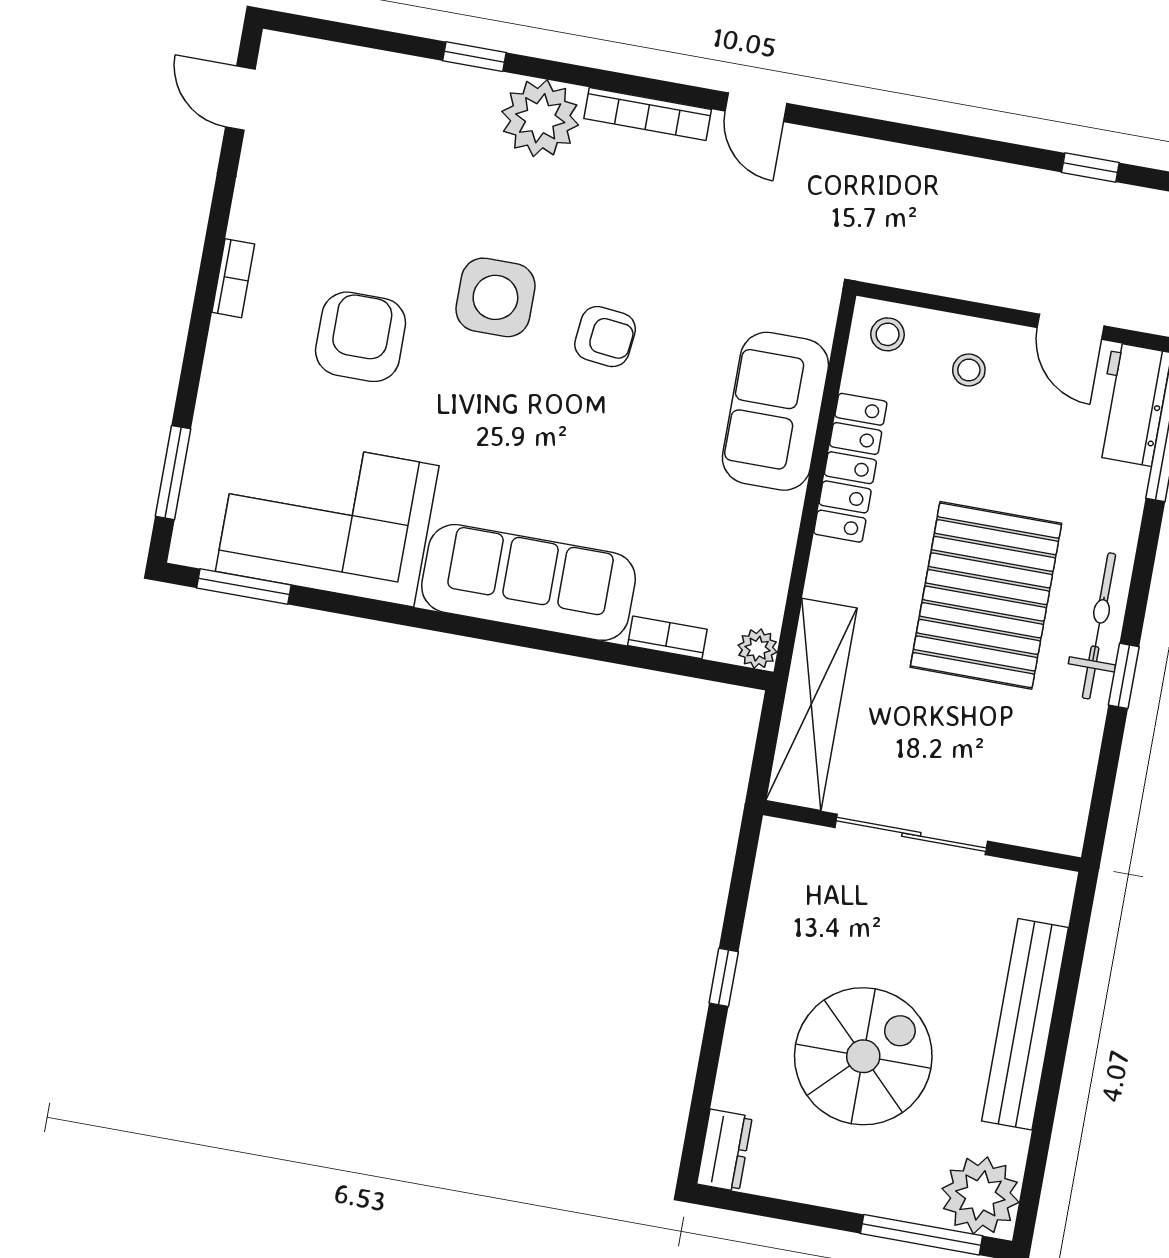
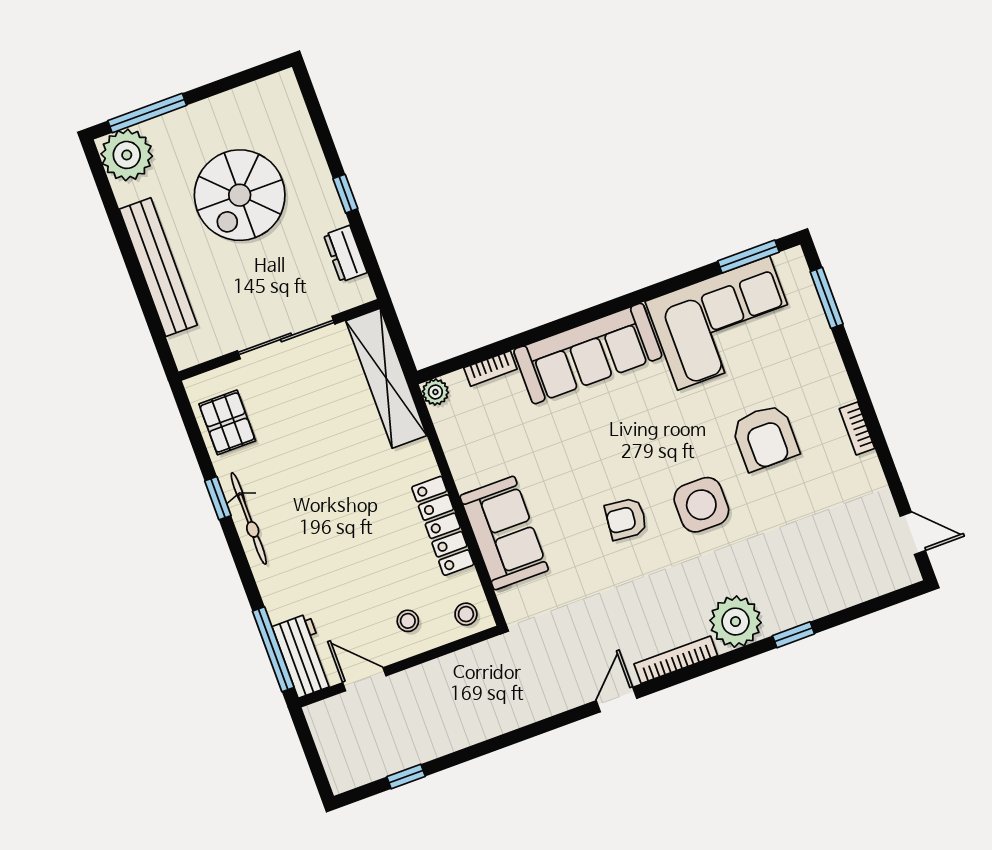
door: (756, 107) -> (616, 700), hinge flipped
pallet: (986, 595) -> (227, 422), moved, width x0.49, depth x0.50
dresser: (724, 1150) -> (345, 254), moved

